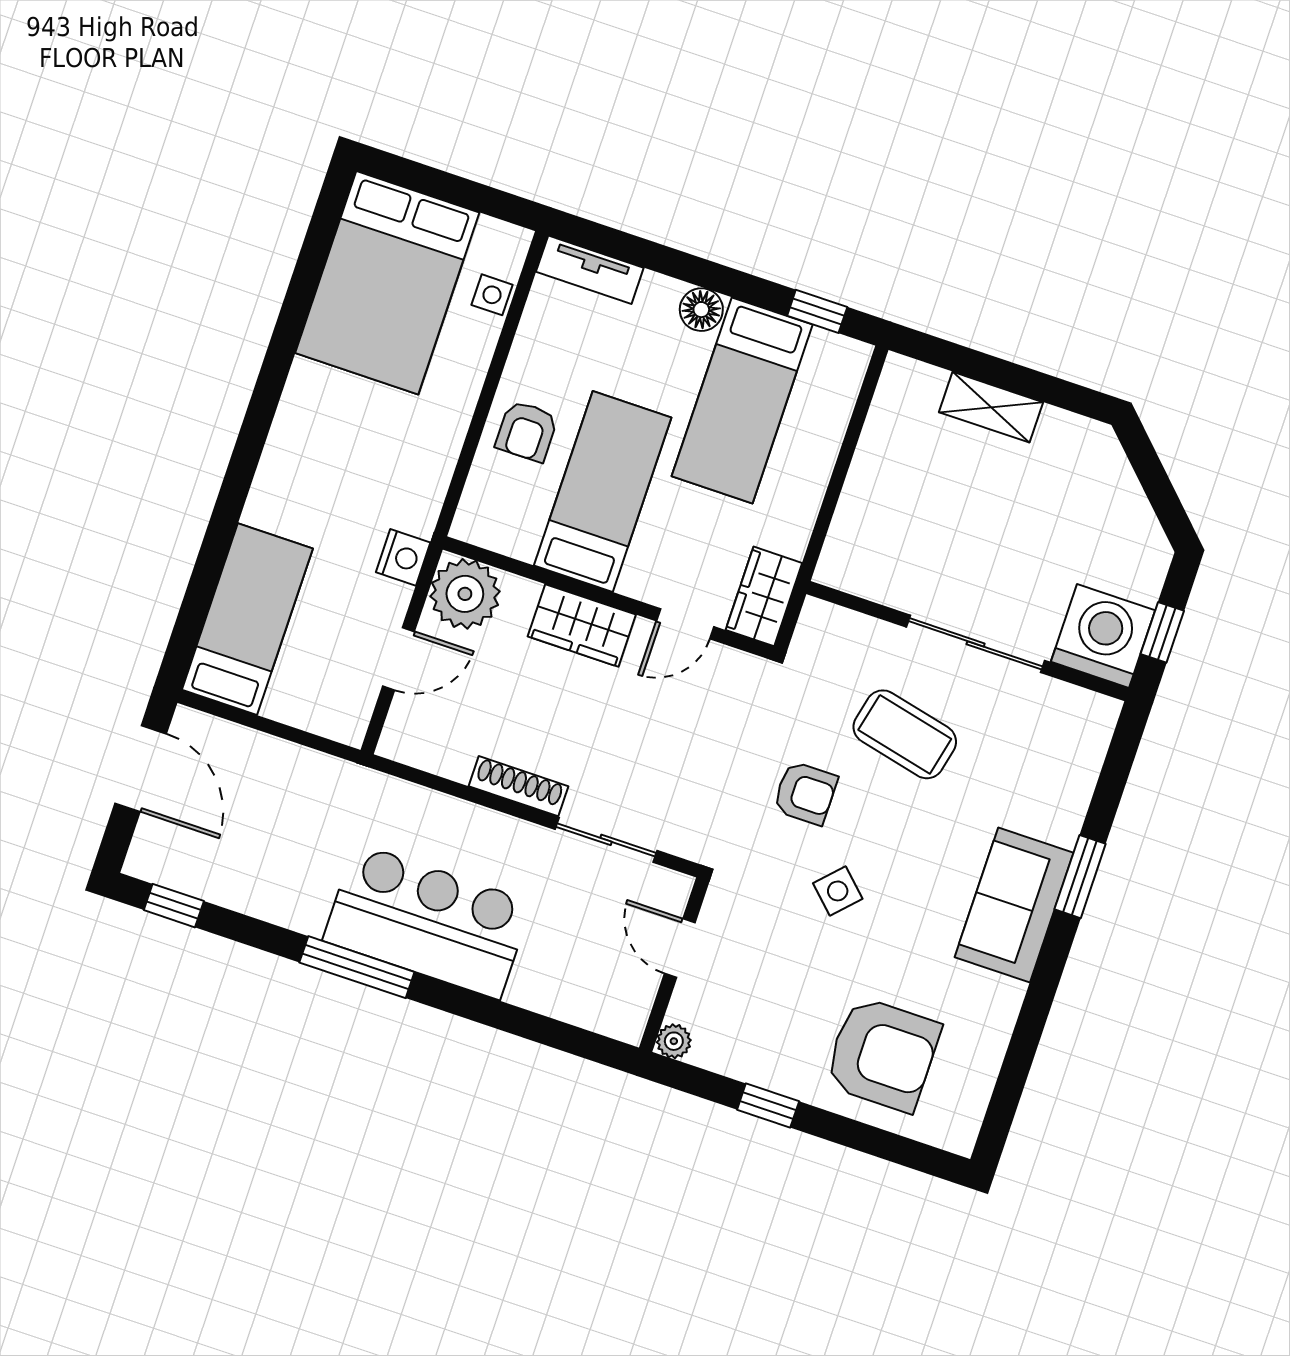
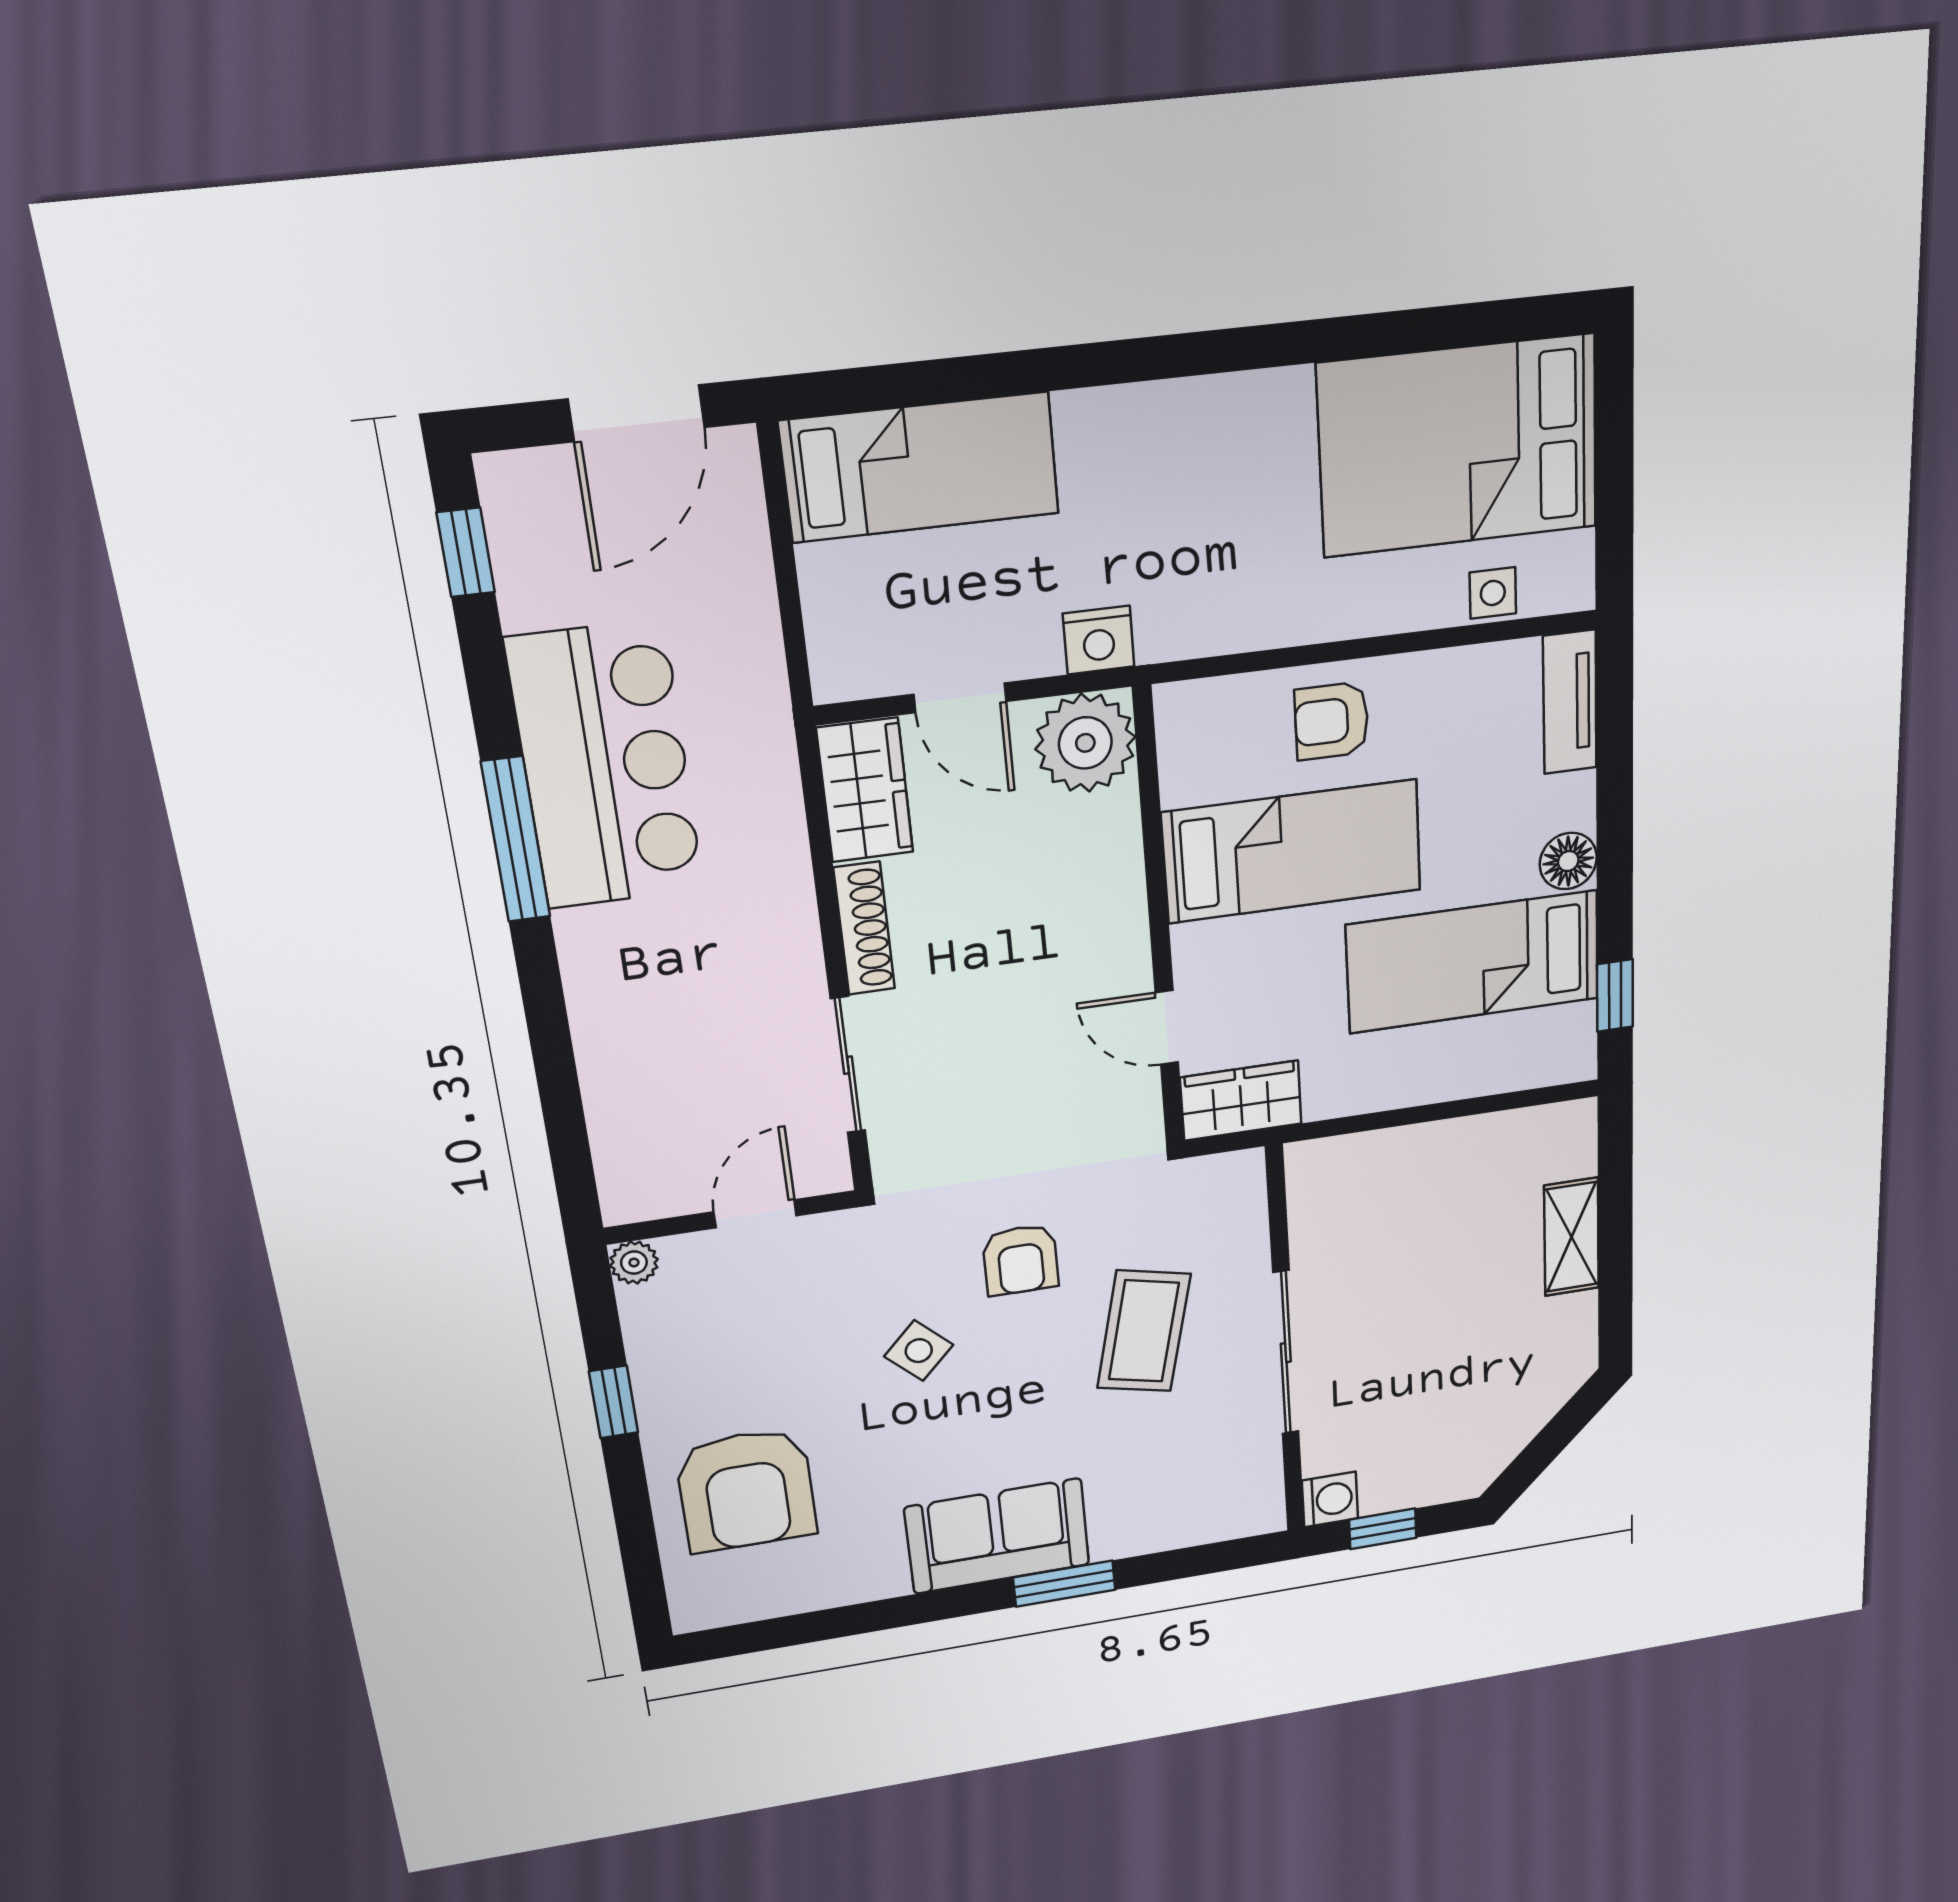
wardrobe: (582, 626) -> (865, 790), moved, turned 180
washing machine: (1103, 636) -> (1330, 1499), width x0.53, depth x0.53
bar counter: (427, 921) -> (606, 766), moved

